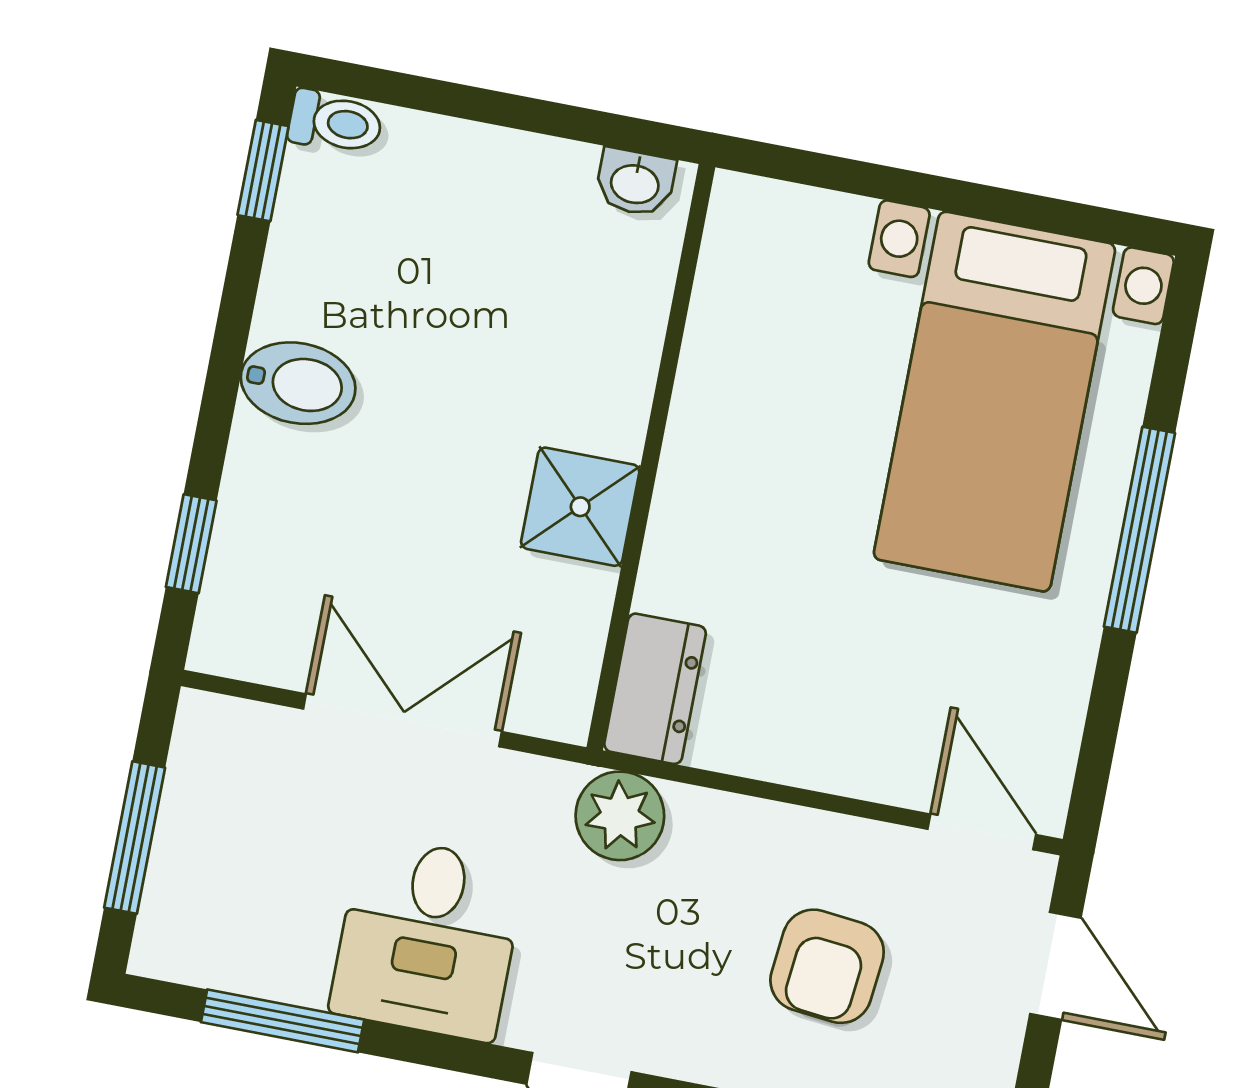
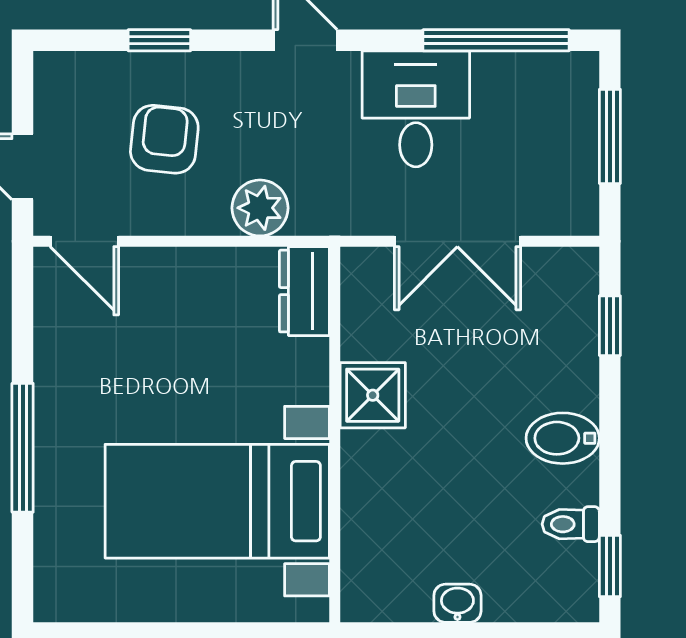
toilet: (335, 122) -> (571, 524), moved
washbasin: (635, 182) -> (457, 603), moved
bed with nightstands: (994, 402) -> (217, 501), moved, turned -90
plant: (620, 816) -> (260, 208), moved
window: (283, 1021) -> (496, 40), width x1.44

